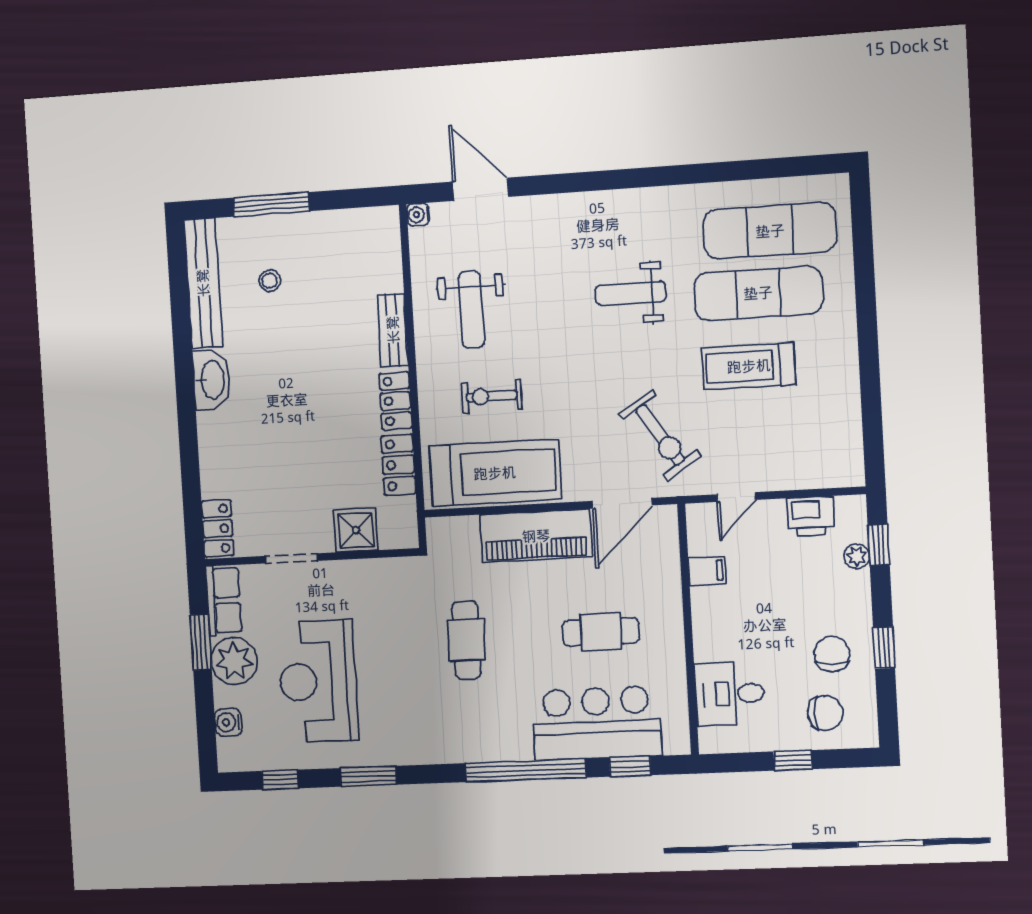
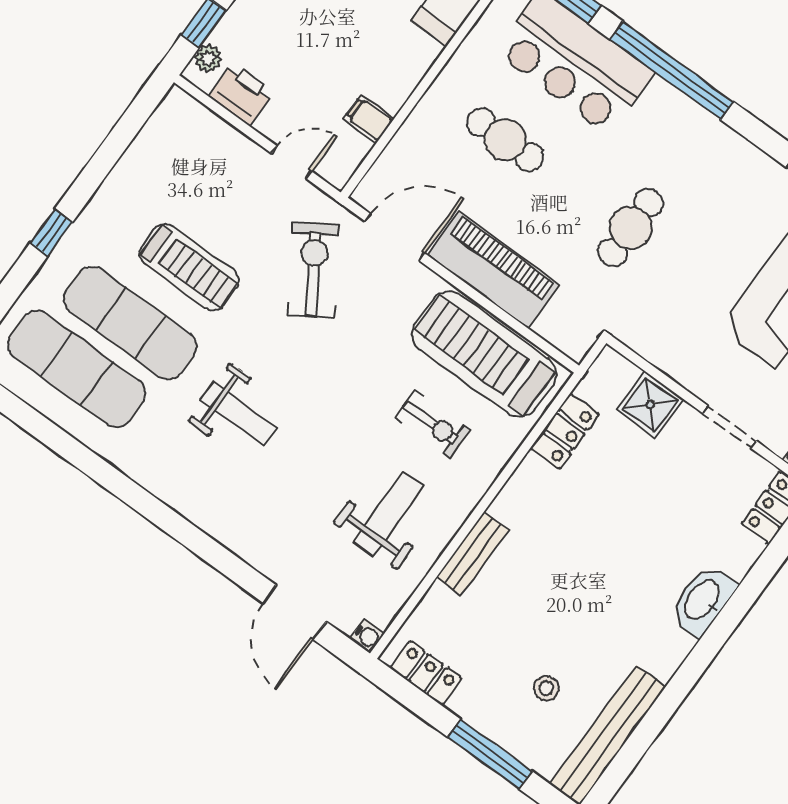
window: (866, 311) -> (51, 232), added
washbasin: (212, 380) -> (703, 600), moved
locker: (395, 401) -> (426, 673), moved, turned -90
plant: (857, 556) -> (208, 58), moved

